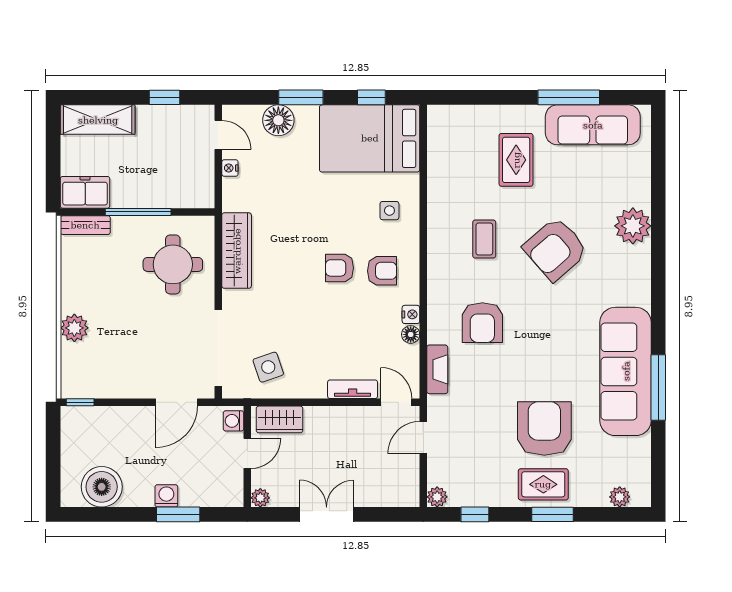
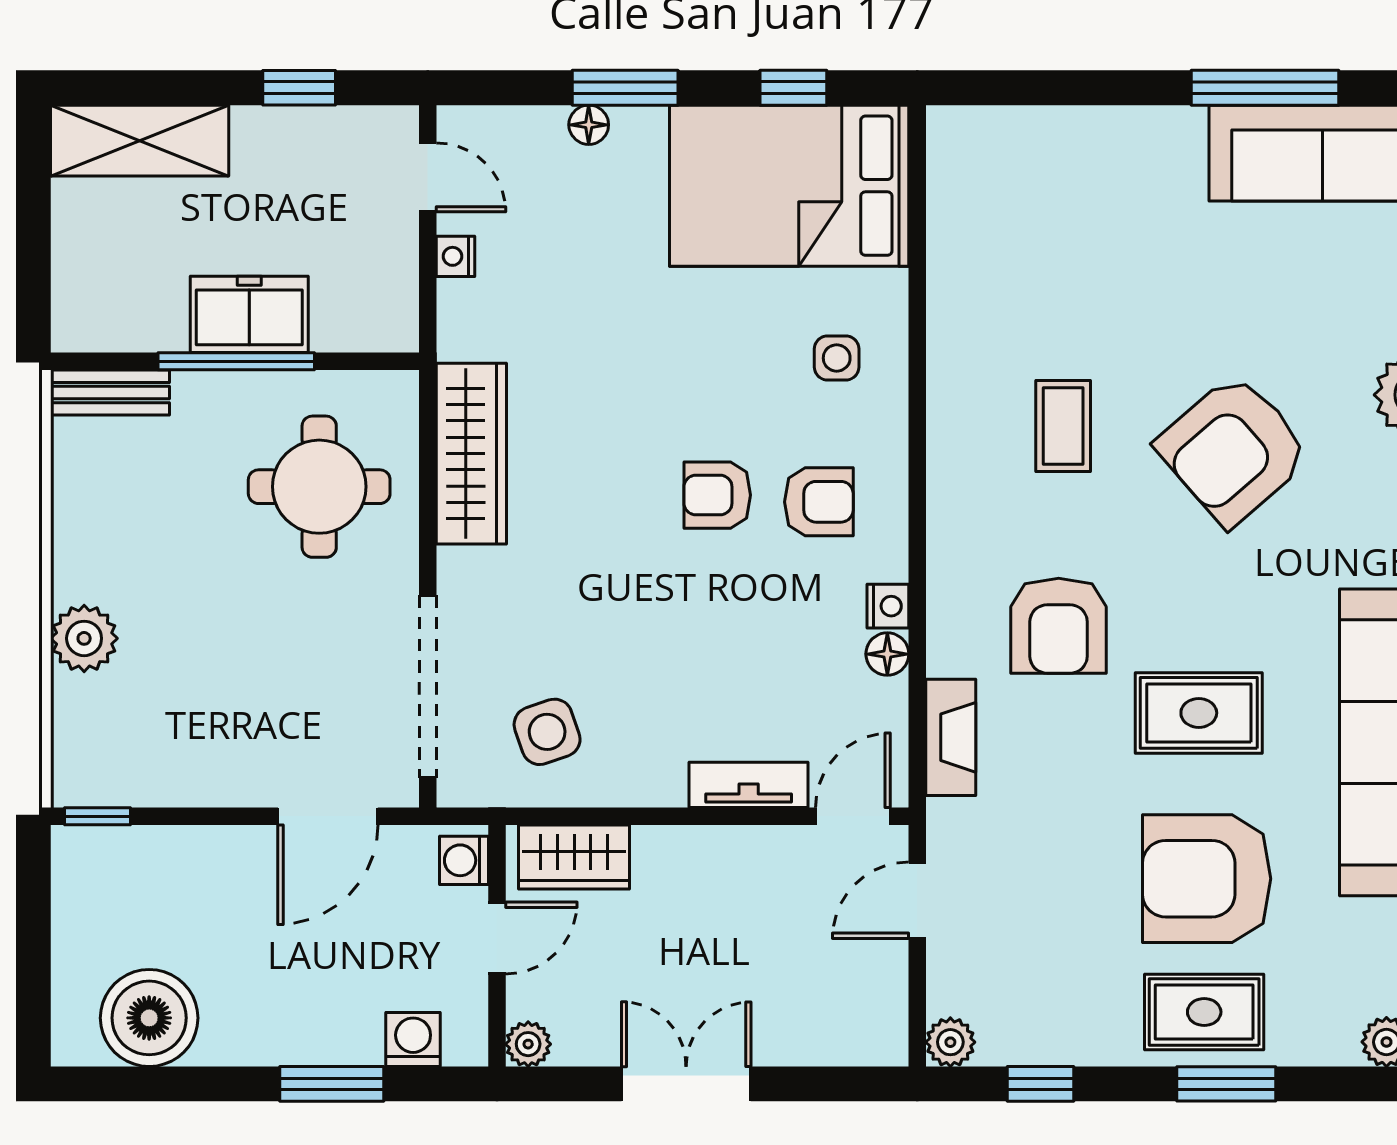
floor lamp: (278, 120) -> (589, 125), width x0.53, depth x0.53
rug: (516, 160) -> (1199, 713), moved, turned 90
freezer: (85, 192) -> (249, 314), moved
door: (396, 402) -> (853, 816), hinge flipped
armchair: (544, 429) -> (1207, 879), turned -90
washing machine: (166, 496) -> (413, 1040), moved

